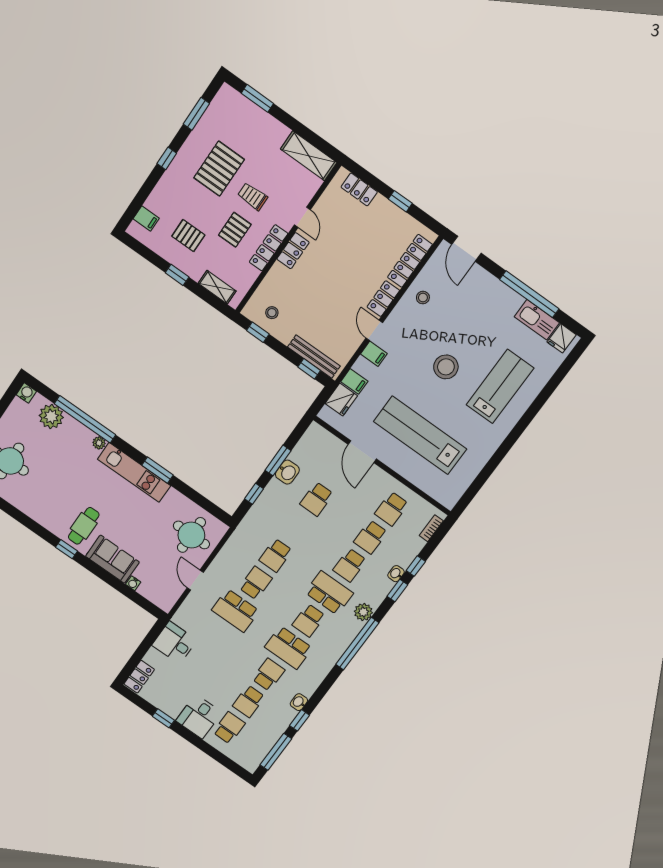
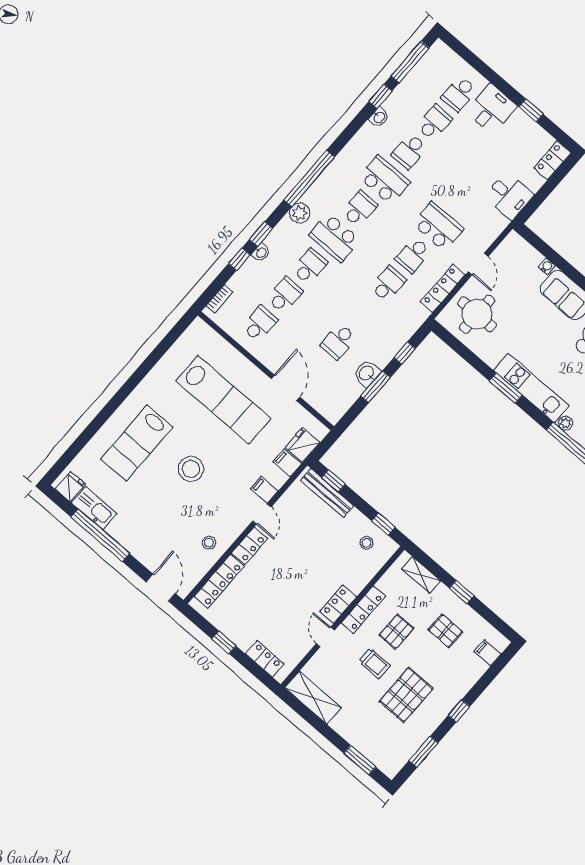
school desk: (317, 499) -> (338, 341), turned 180
locker: (225, 556) -> (443, 288), added

